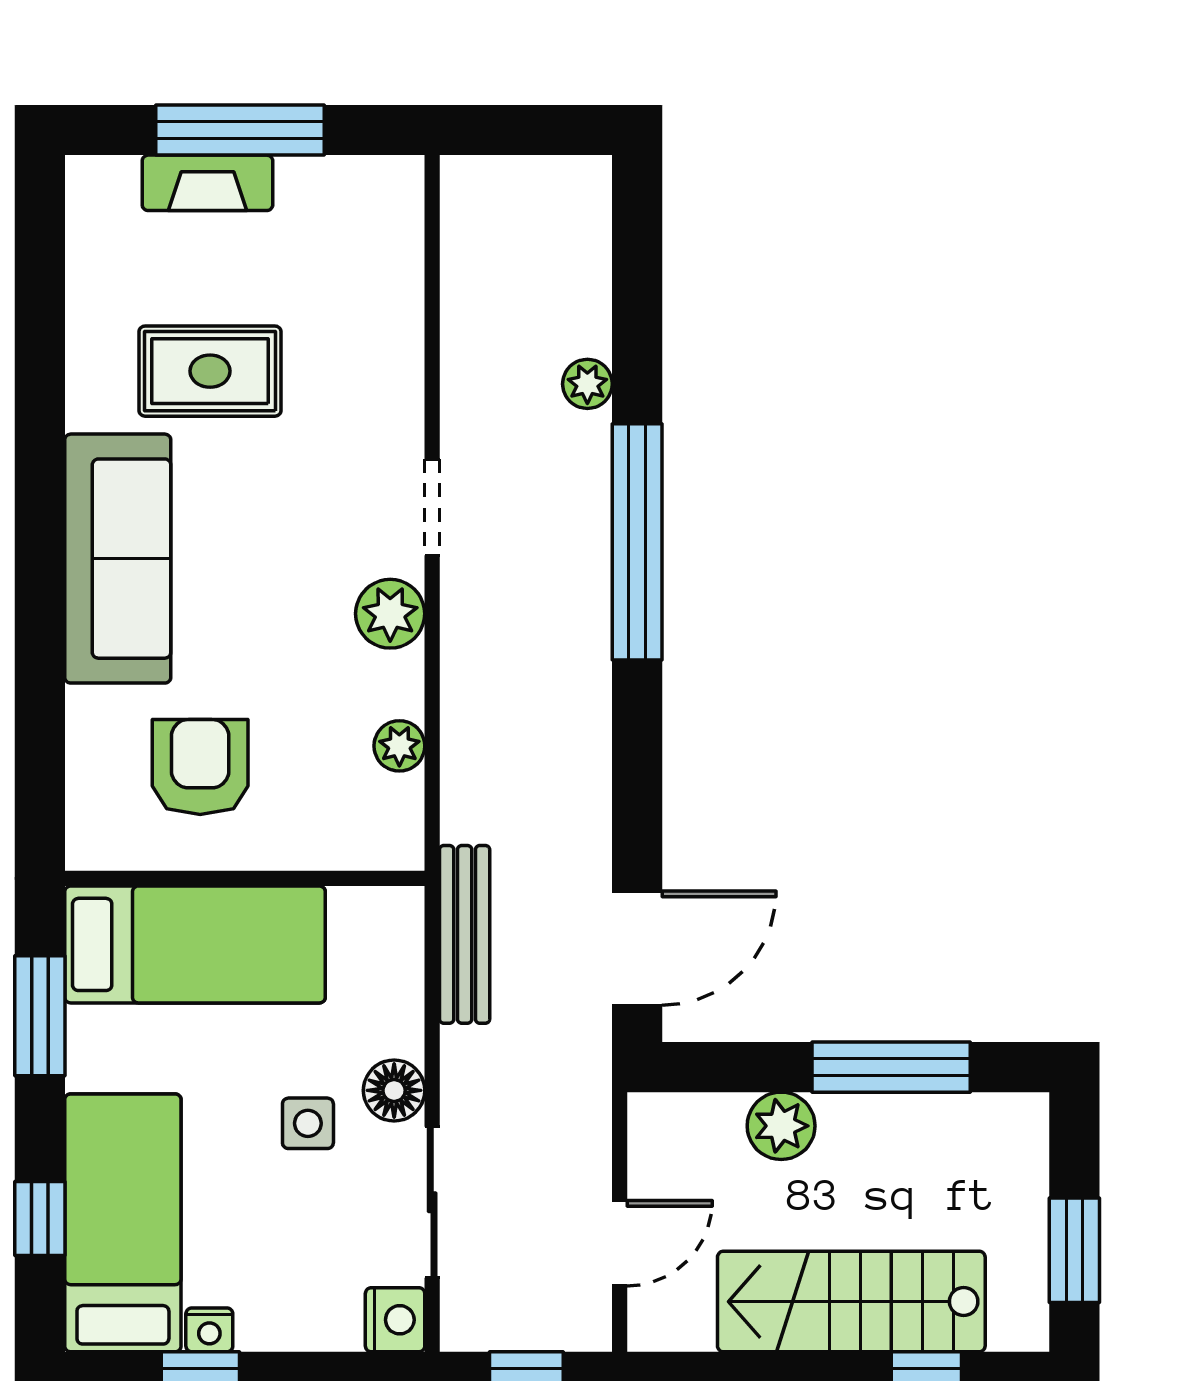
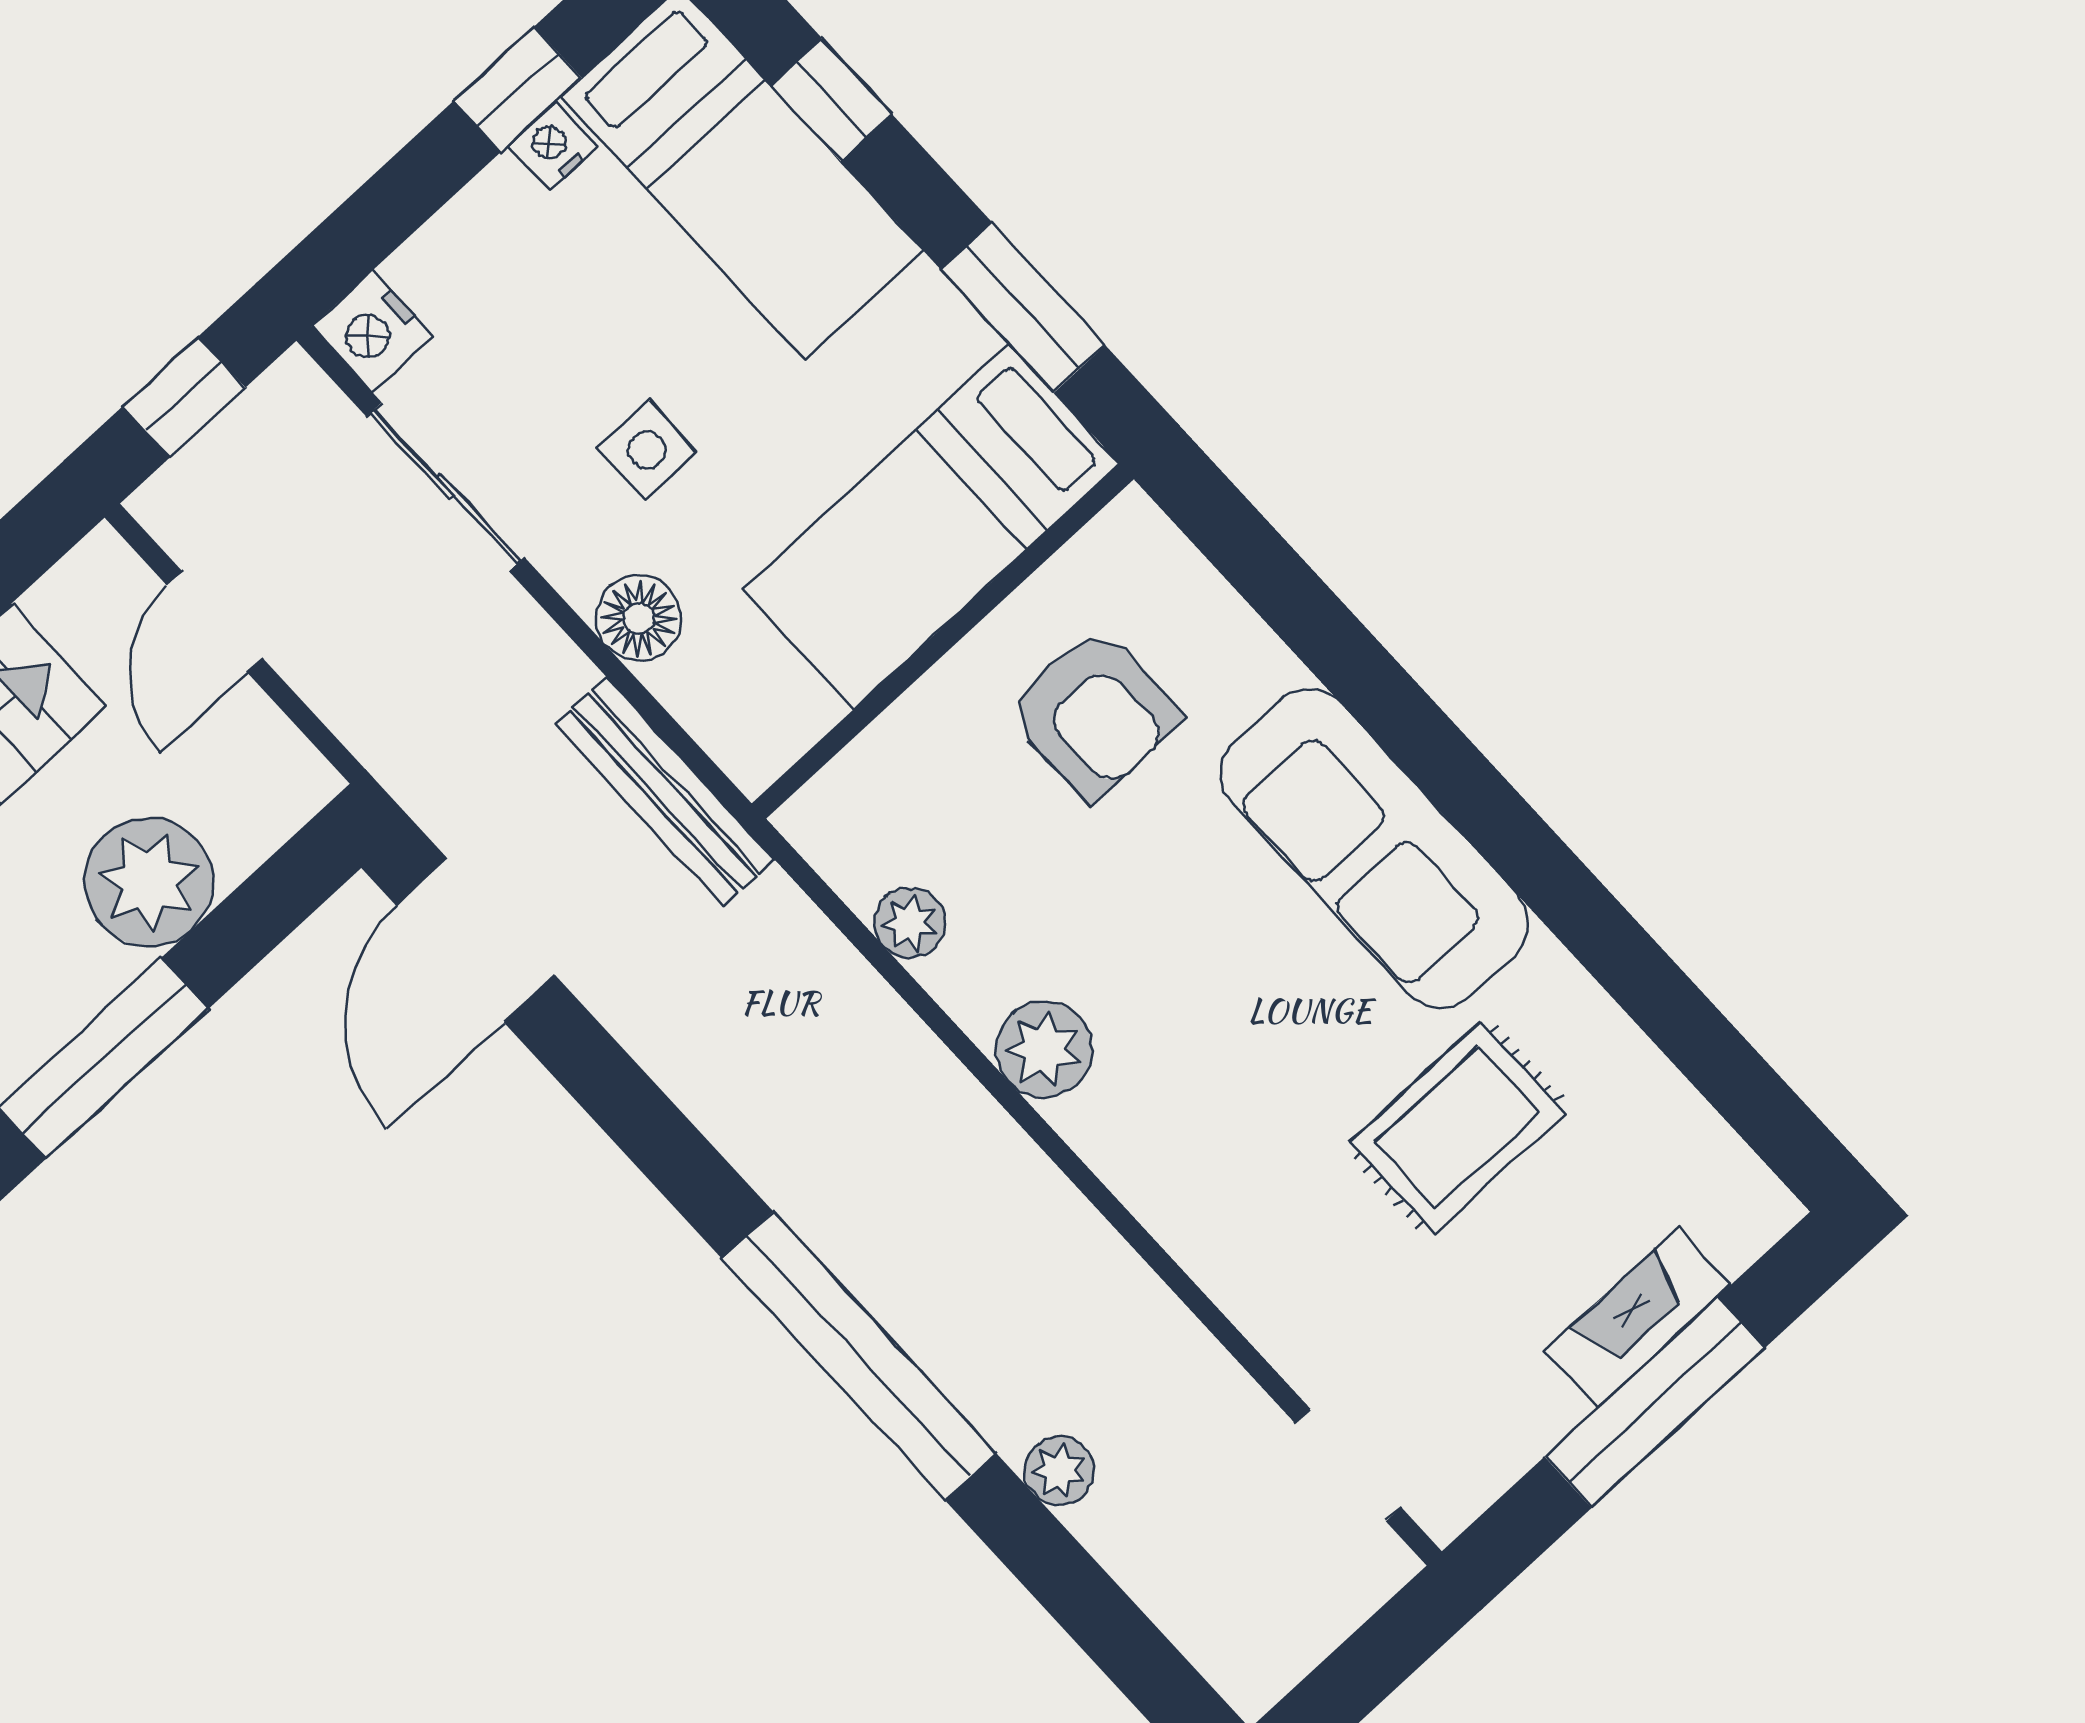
doorway: (432, 507) -> (1348, 1465), moved
floor lamp: (394, 1090) -> (639, 618), moved
plant: (781, 1126) -> (149, 882), width x1.36, depth x1.36

